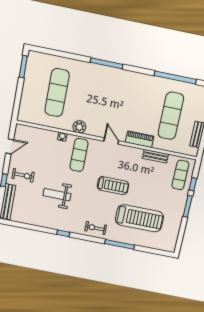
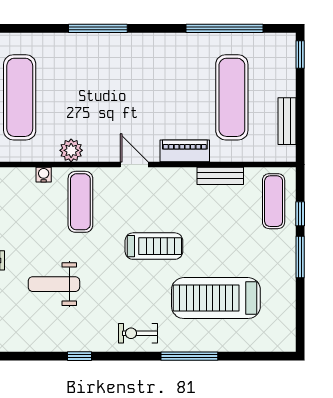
treadmill: (139, 218) -> (216, 298), turned 180

